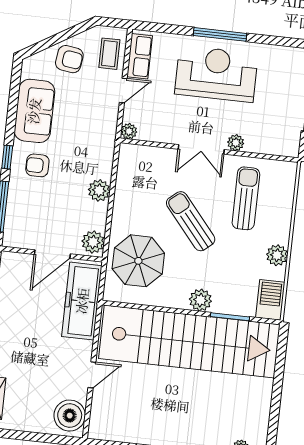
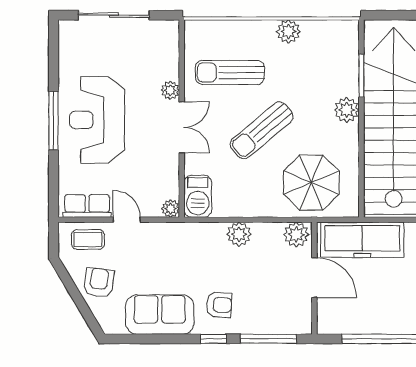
armchair: (37, 165) -> (219, 305), turned -86
barbecue: (270, 300) -> (198, 196), moved, turned -90

